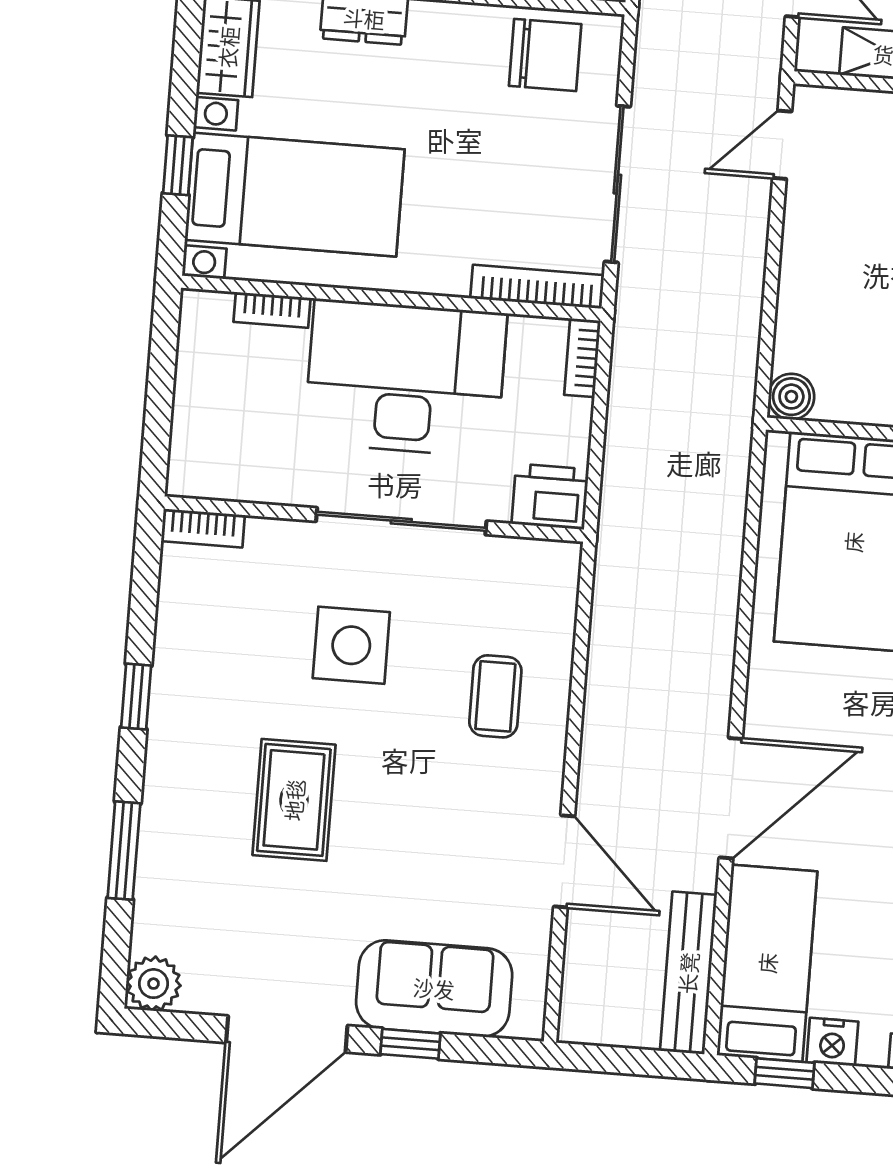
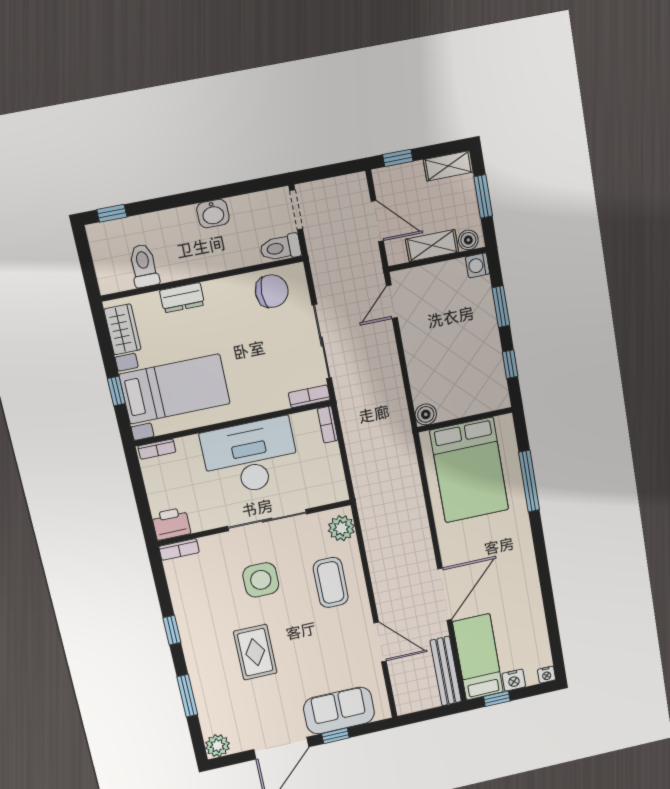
bookcase: (537, 287) -> (309, 396), width x0.64
bookcase: (272, 310) -> (157, 449), moved
printer: (550, 497) -> (171, 524), moved
plant: (550, 586) -> (341, 528), added
coffee table: (495, 696) -> (331, 582), width x1.36, depth x1.30

